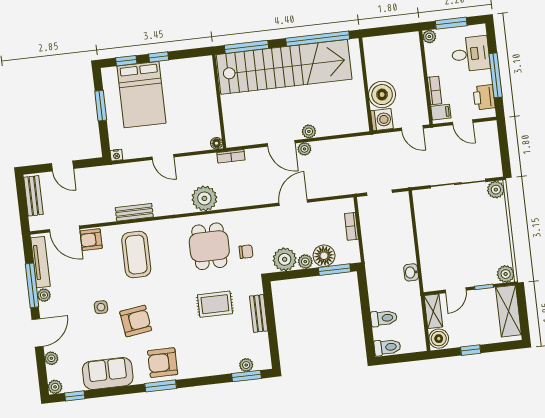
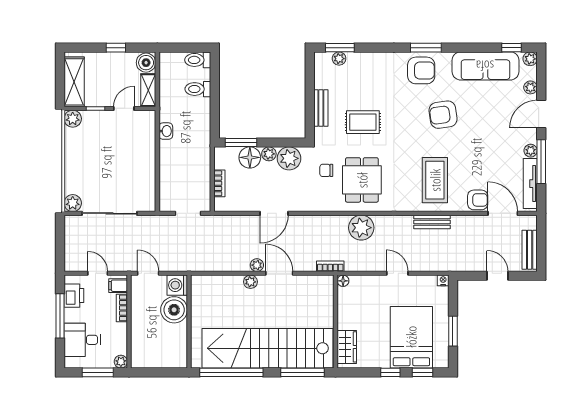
wardrobe: (205, 77) -> (347, 347), added
side table: (101, 307) -> (476, 132), removed
sofa: (108, 374) -> (485, 66), width x1.36

